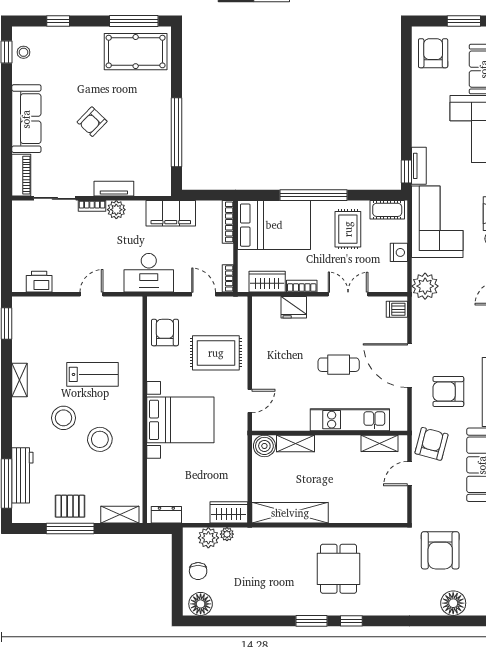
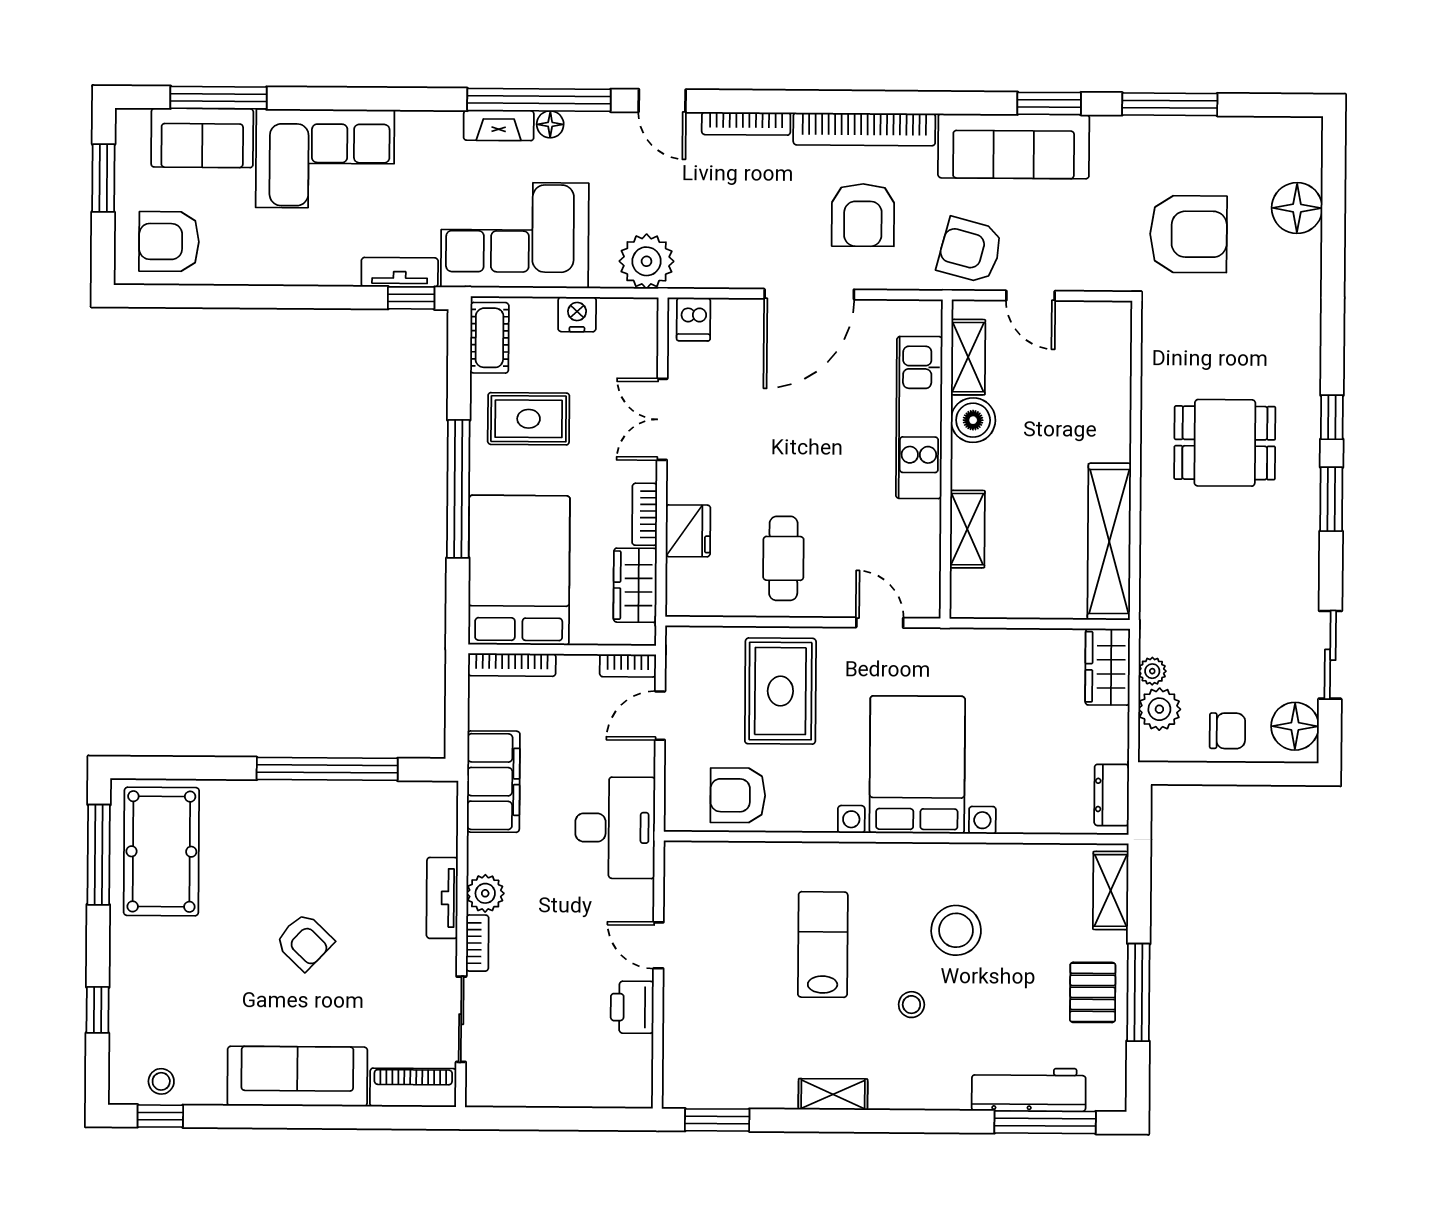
printer: (39, 282) -> (632, 1007), moved
cafe table: (339, 365) -> (783, 558), moved
stool: (64, 418) -> (911, 1005), width x0.53, depth x0.53
boiler: (264, 446) -> (973, 420), moved
sliding door: (235, 621) -> (1330, 655), added

